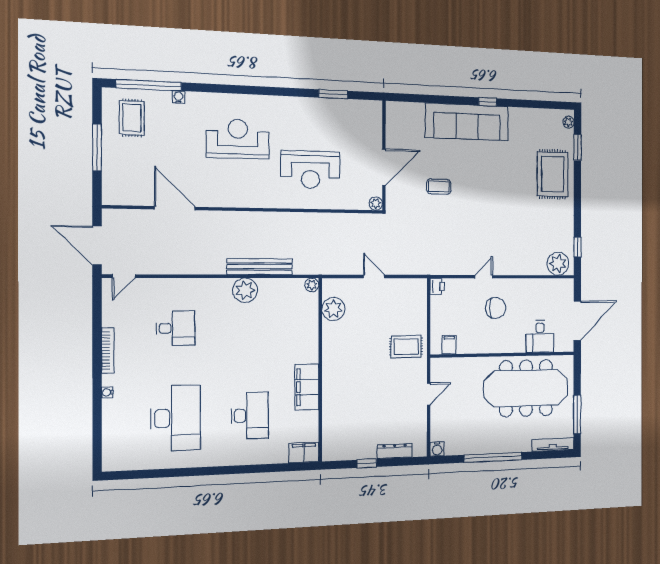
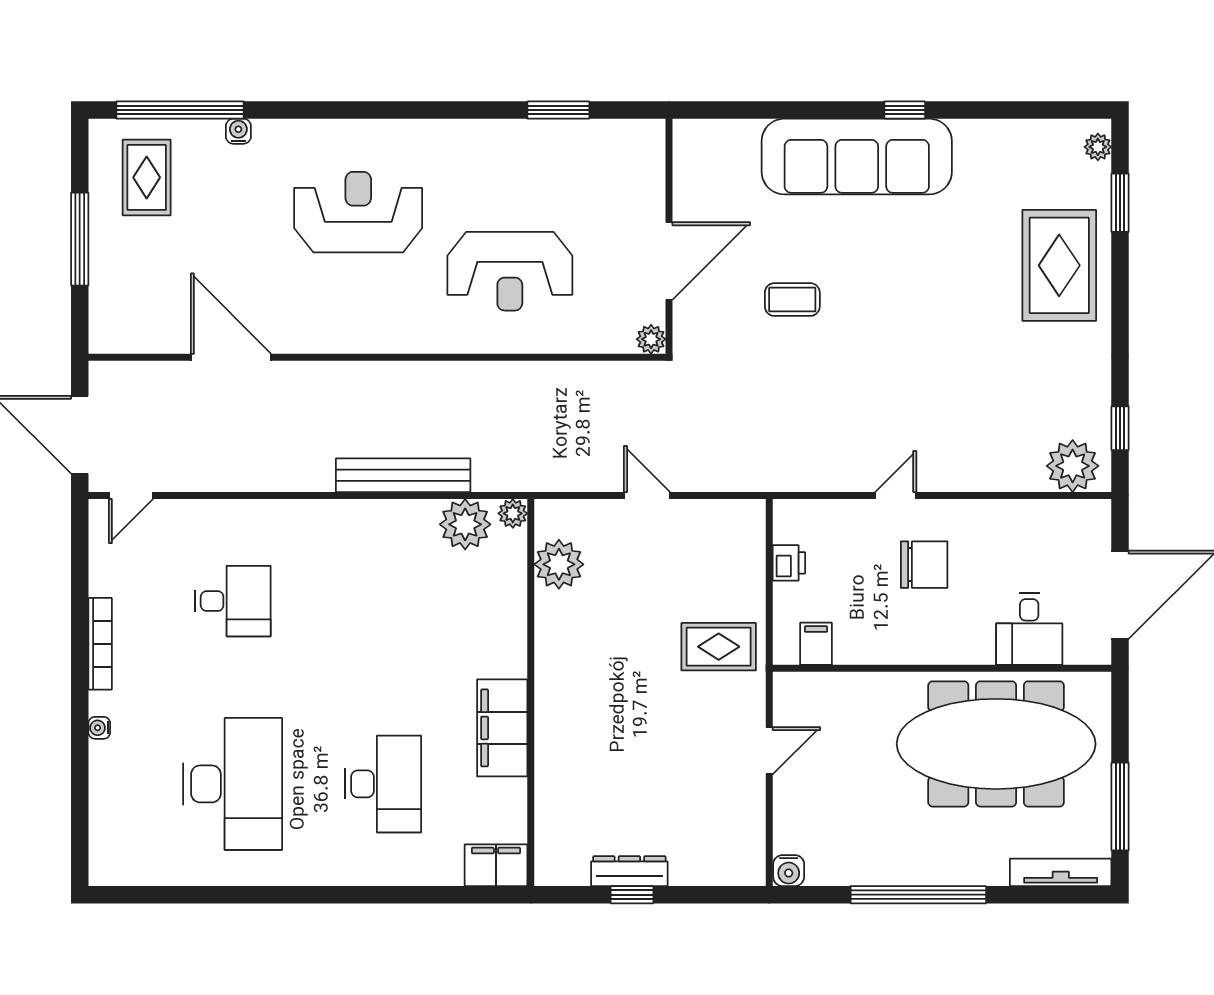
printer: (437, 286) -> (789, 563), moved
plant: (245, 290) -> (465, 524), moved
dresser: (395, 451) -> (629, 871), moved

